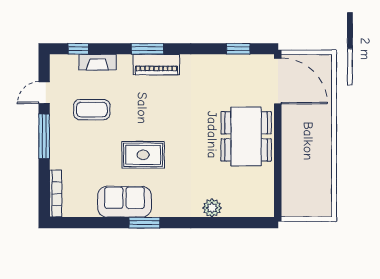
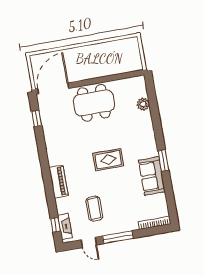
window: (147, 49) -> (47, 179), removed
fireplace: (97, 62) -> (65, 227), moved
piano: (156, 65) -> (59, 182), moved
rug: (143, 155) -> (108, 160), moved, turned 90
plant: (212, 208) -> (143, 104), moved

